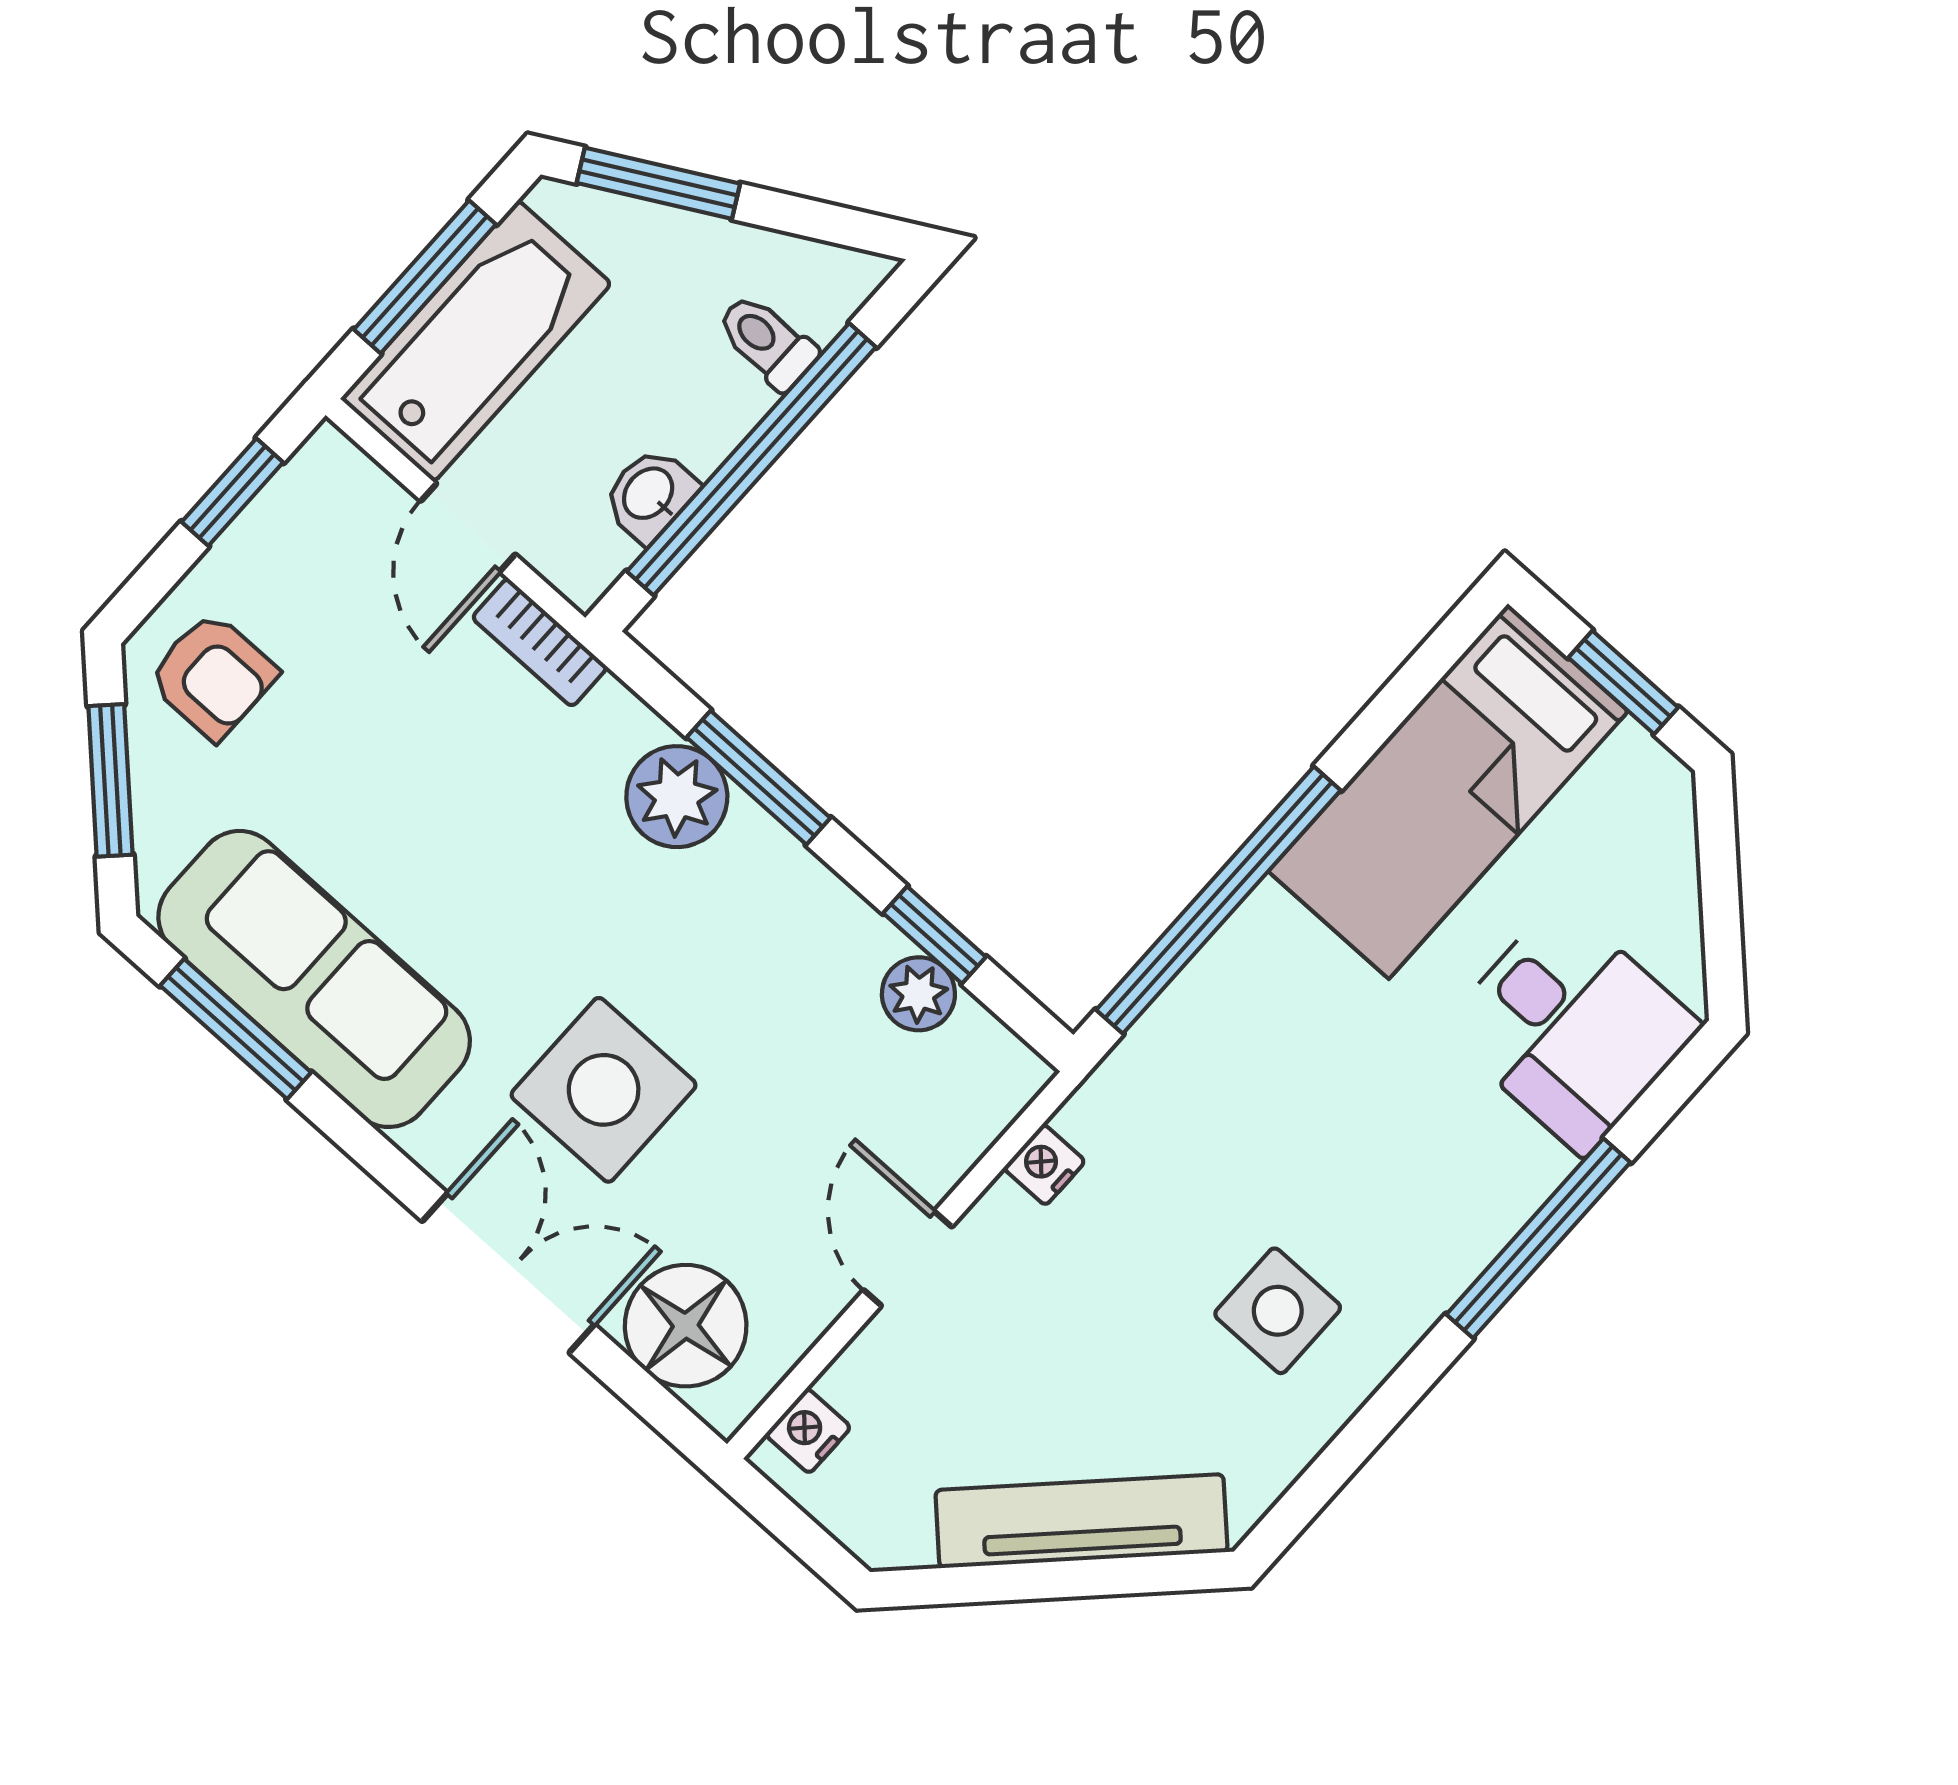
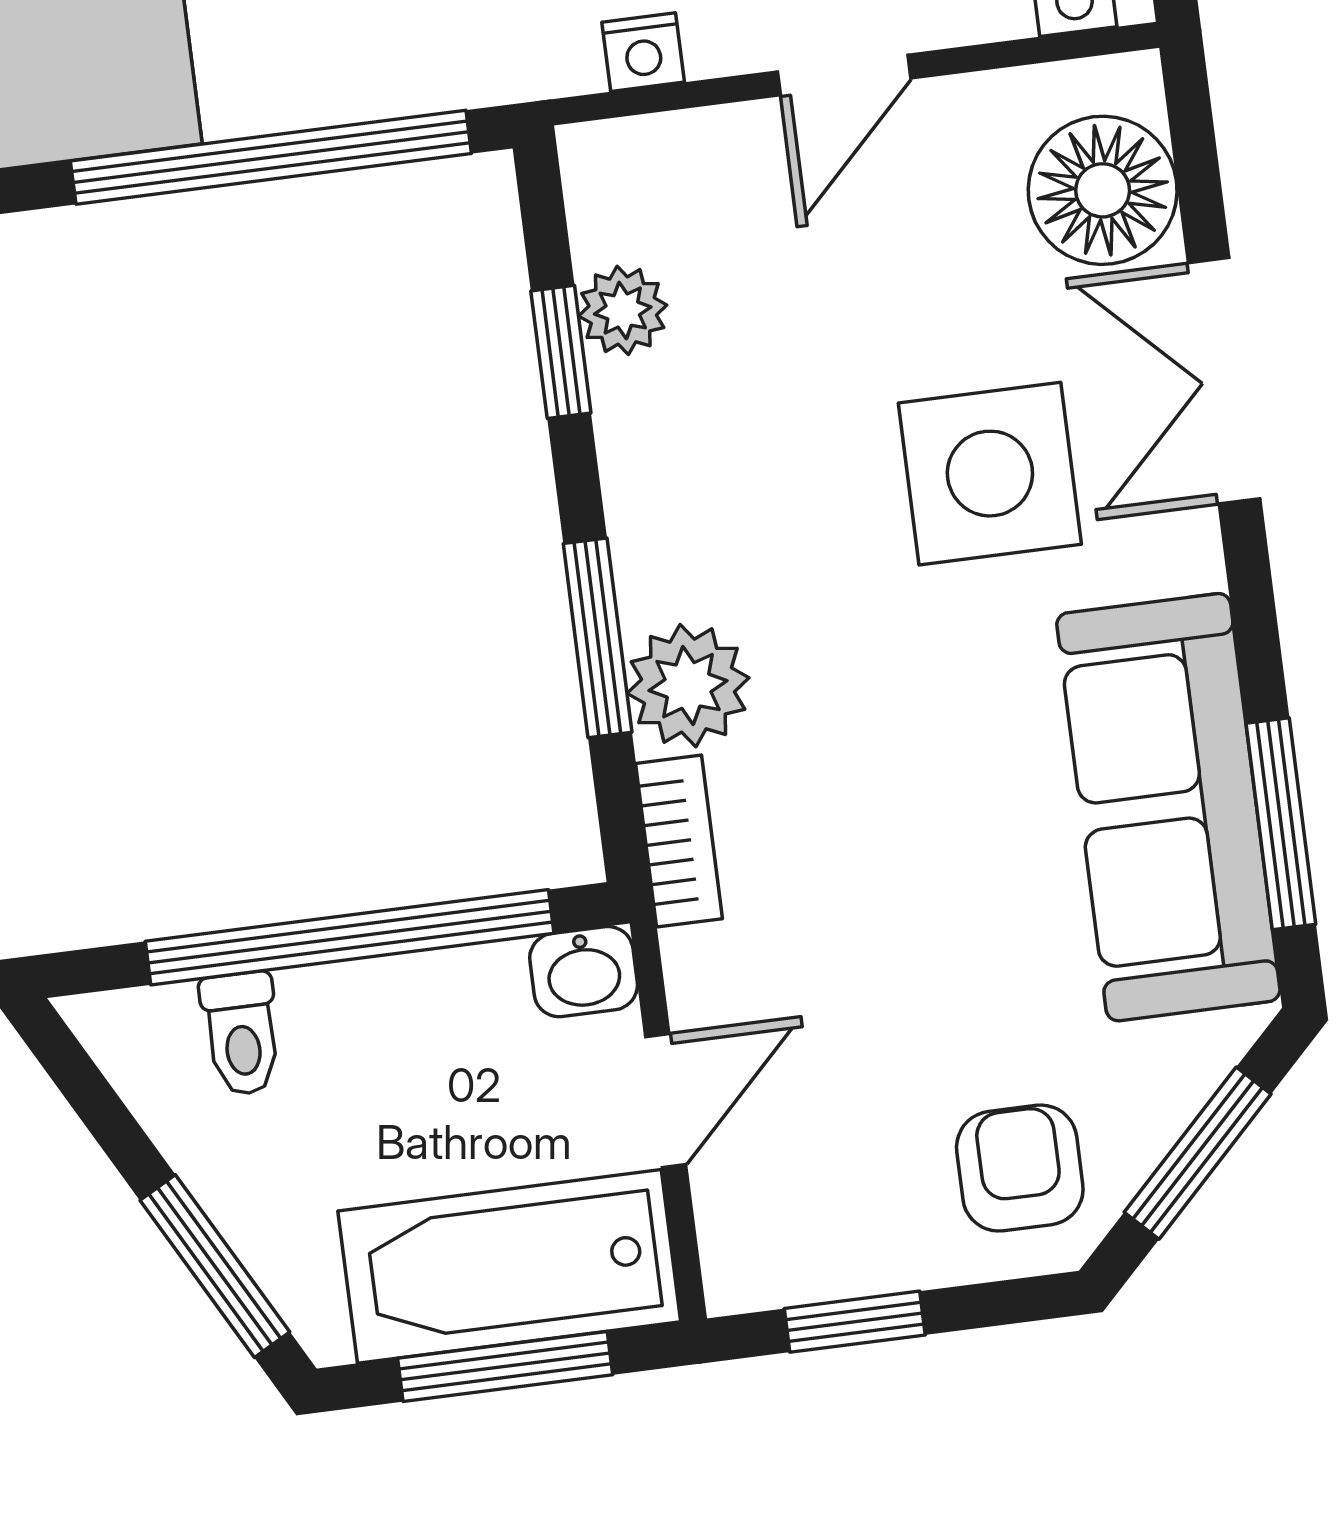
washbasin: (650, 495) -> (584, 972), moved
bookcase: (540, 642) -> (679, 841), moved

